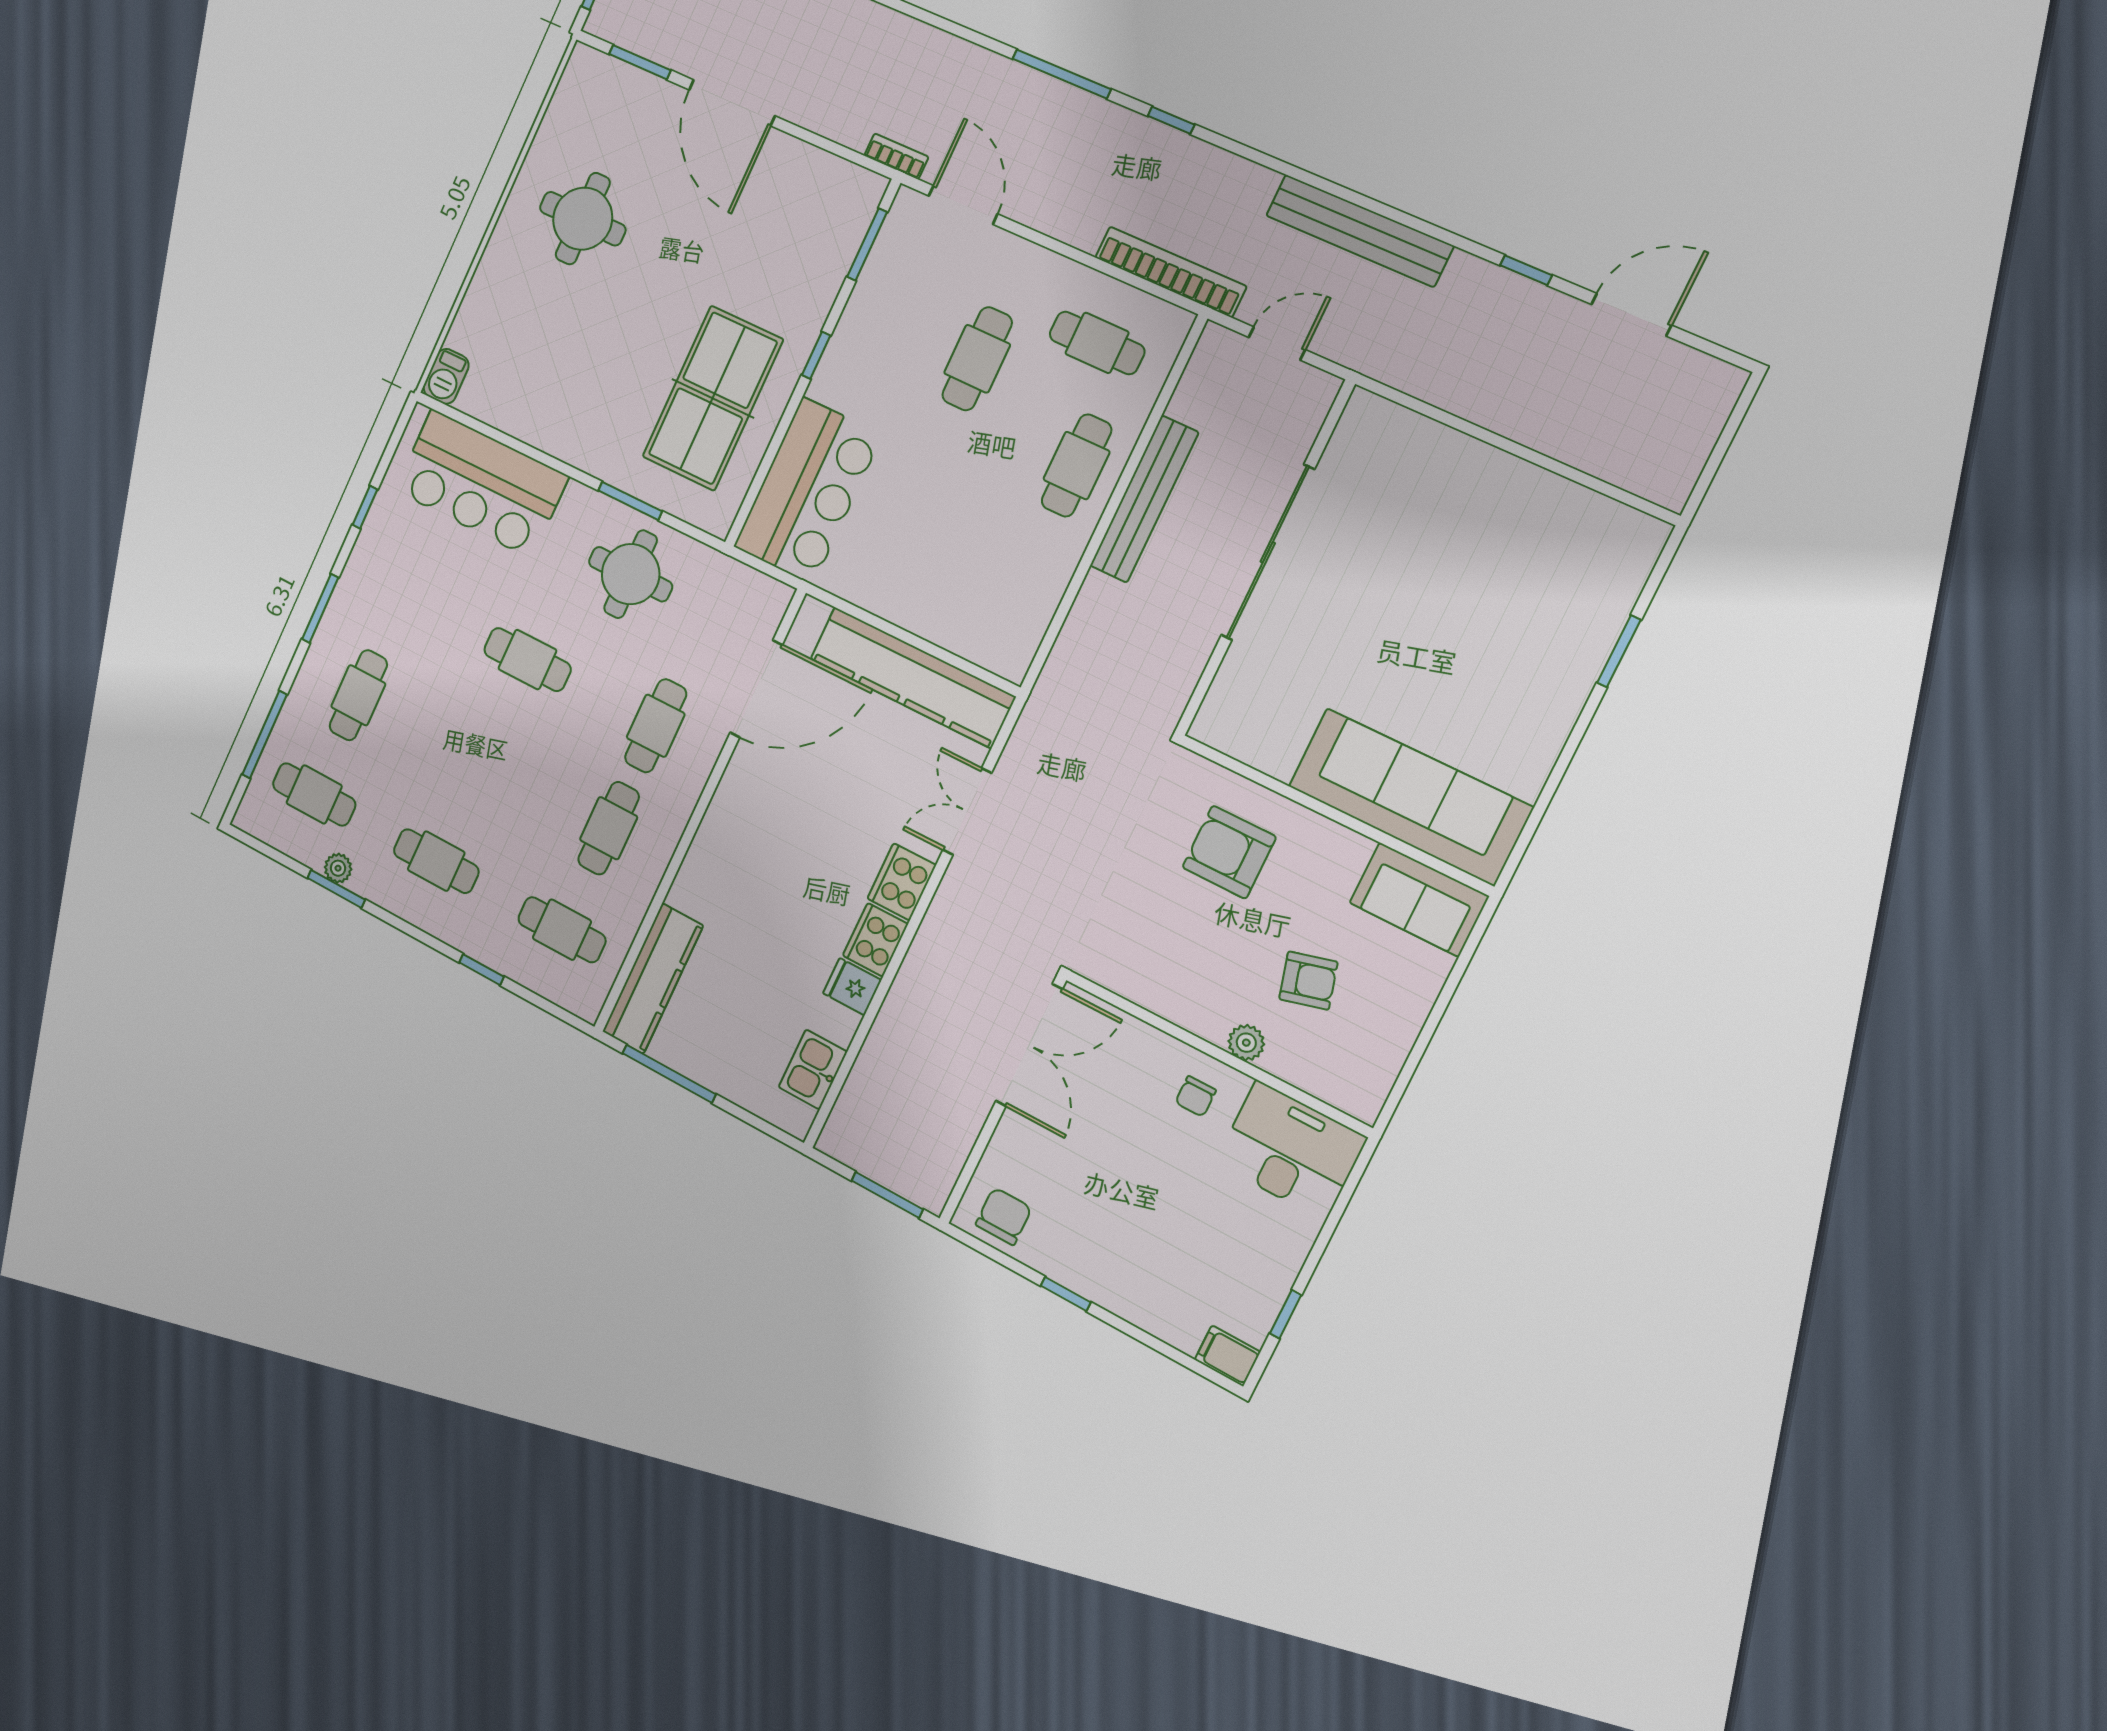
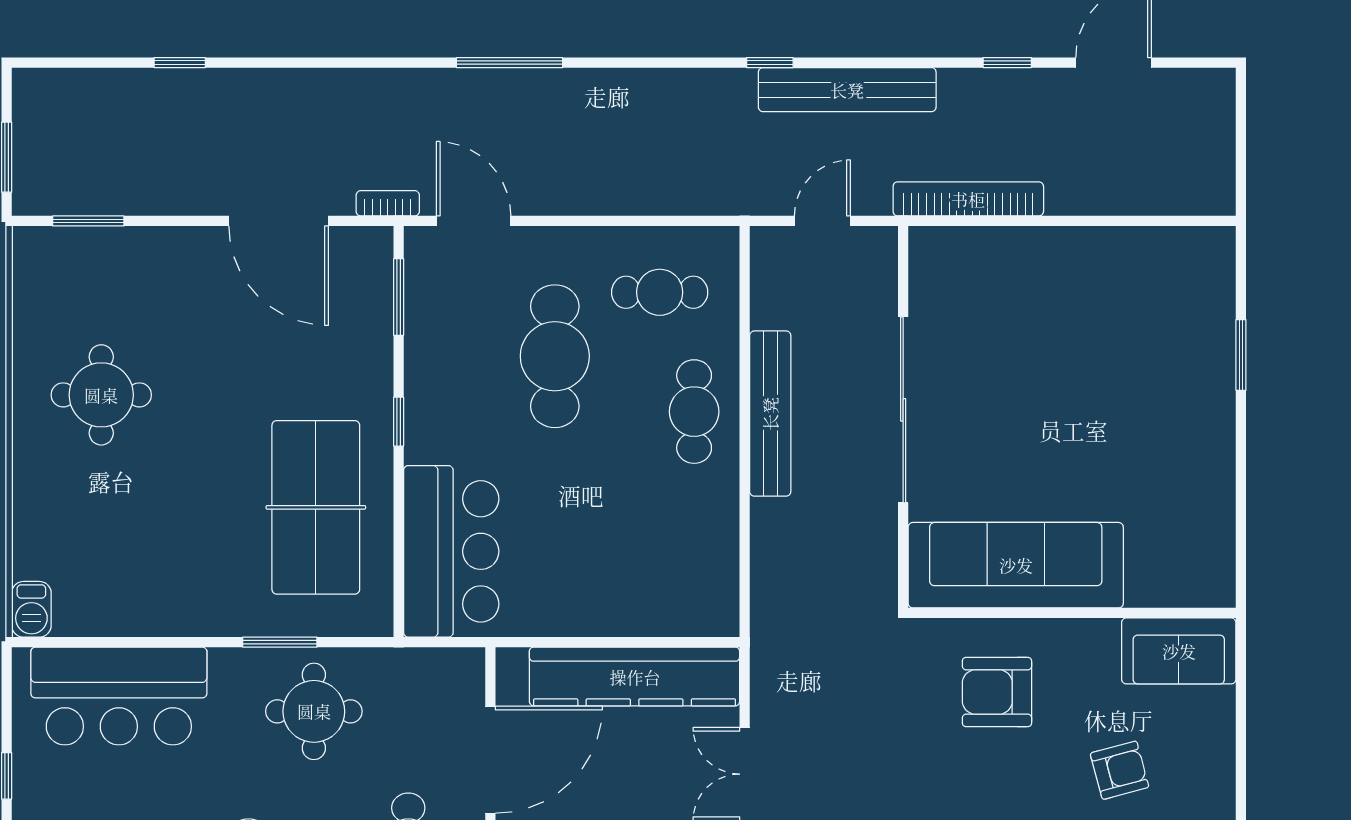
door: (732, 103) -> (279, 221), moved
window: (1171, 120) -> (770, 63), moved
bookcase: (1171, 272) -> (968, 199), moved
cafe table: (977, 359) -> (555, 356), width x1.37, depth x1.35
sofa: (1410, 797) -> (1016, 565), moved

